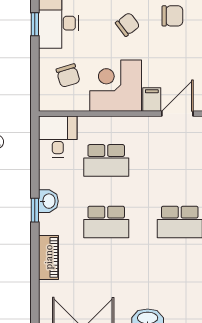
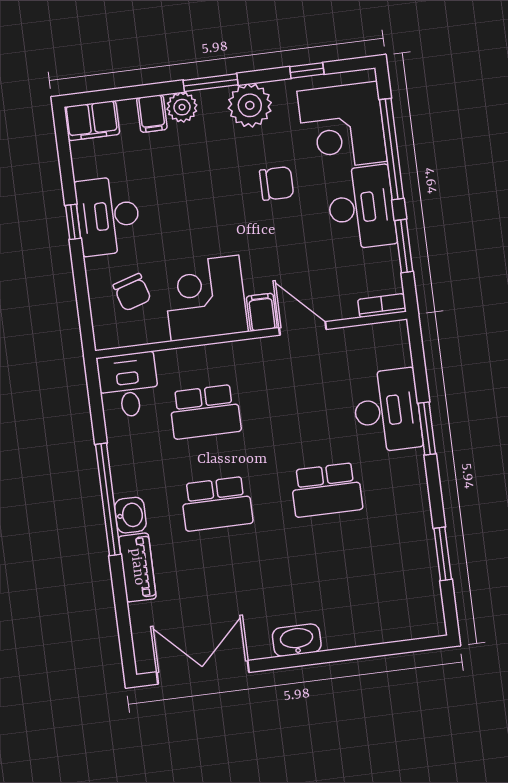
chair: (128, 24) -> (211, 205), removed
door: (177, 114) -> (303, 328), hinge flipped
washbasin: (48, 201) -> (130, 515), moved
window: (35, 210) -> (108, 499), width x3.17

